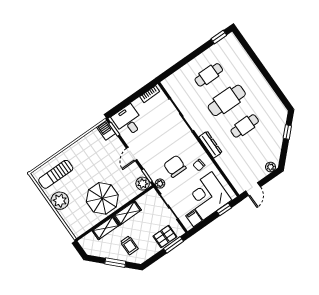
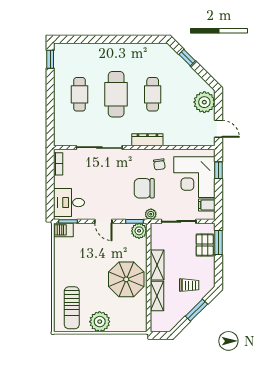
plant: (271, 167) -> (204, 102), width x1.87, depth x1.87

